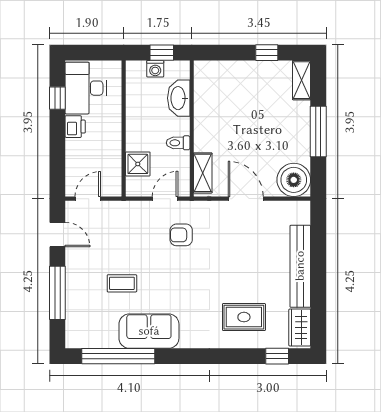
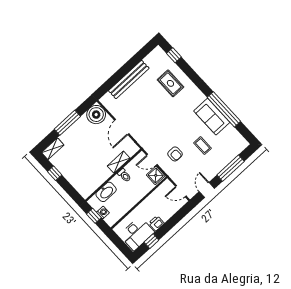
shower: (138, 164) -> (156, 175), moved
shelving: (203, 173) -> (119, 162), moved
armchair: (181, 235) -> (175, 154), moved
wardrobe: (300, 328) -> (154, 57), removed
window: (118, 356) -> (224, 109), moved

